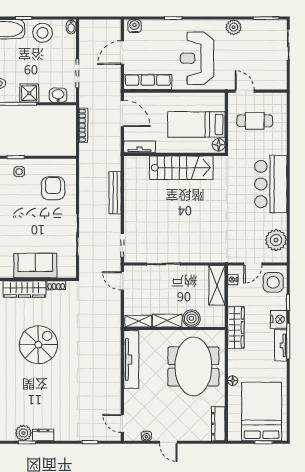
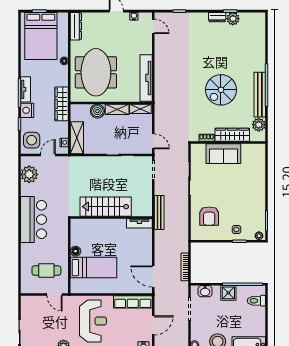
tv unit: (140, 147) -> (139, 223), moved
wall: (174, 154) -> (111, 217), moved
stairs: (181, 168) -> (106, 207), moved

